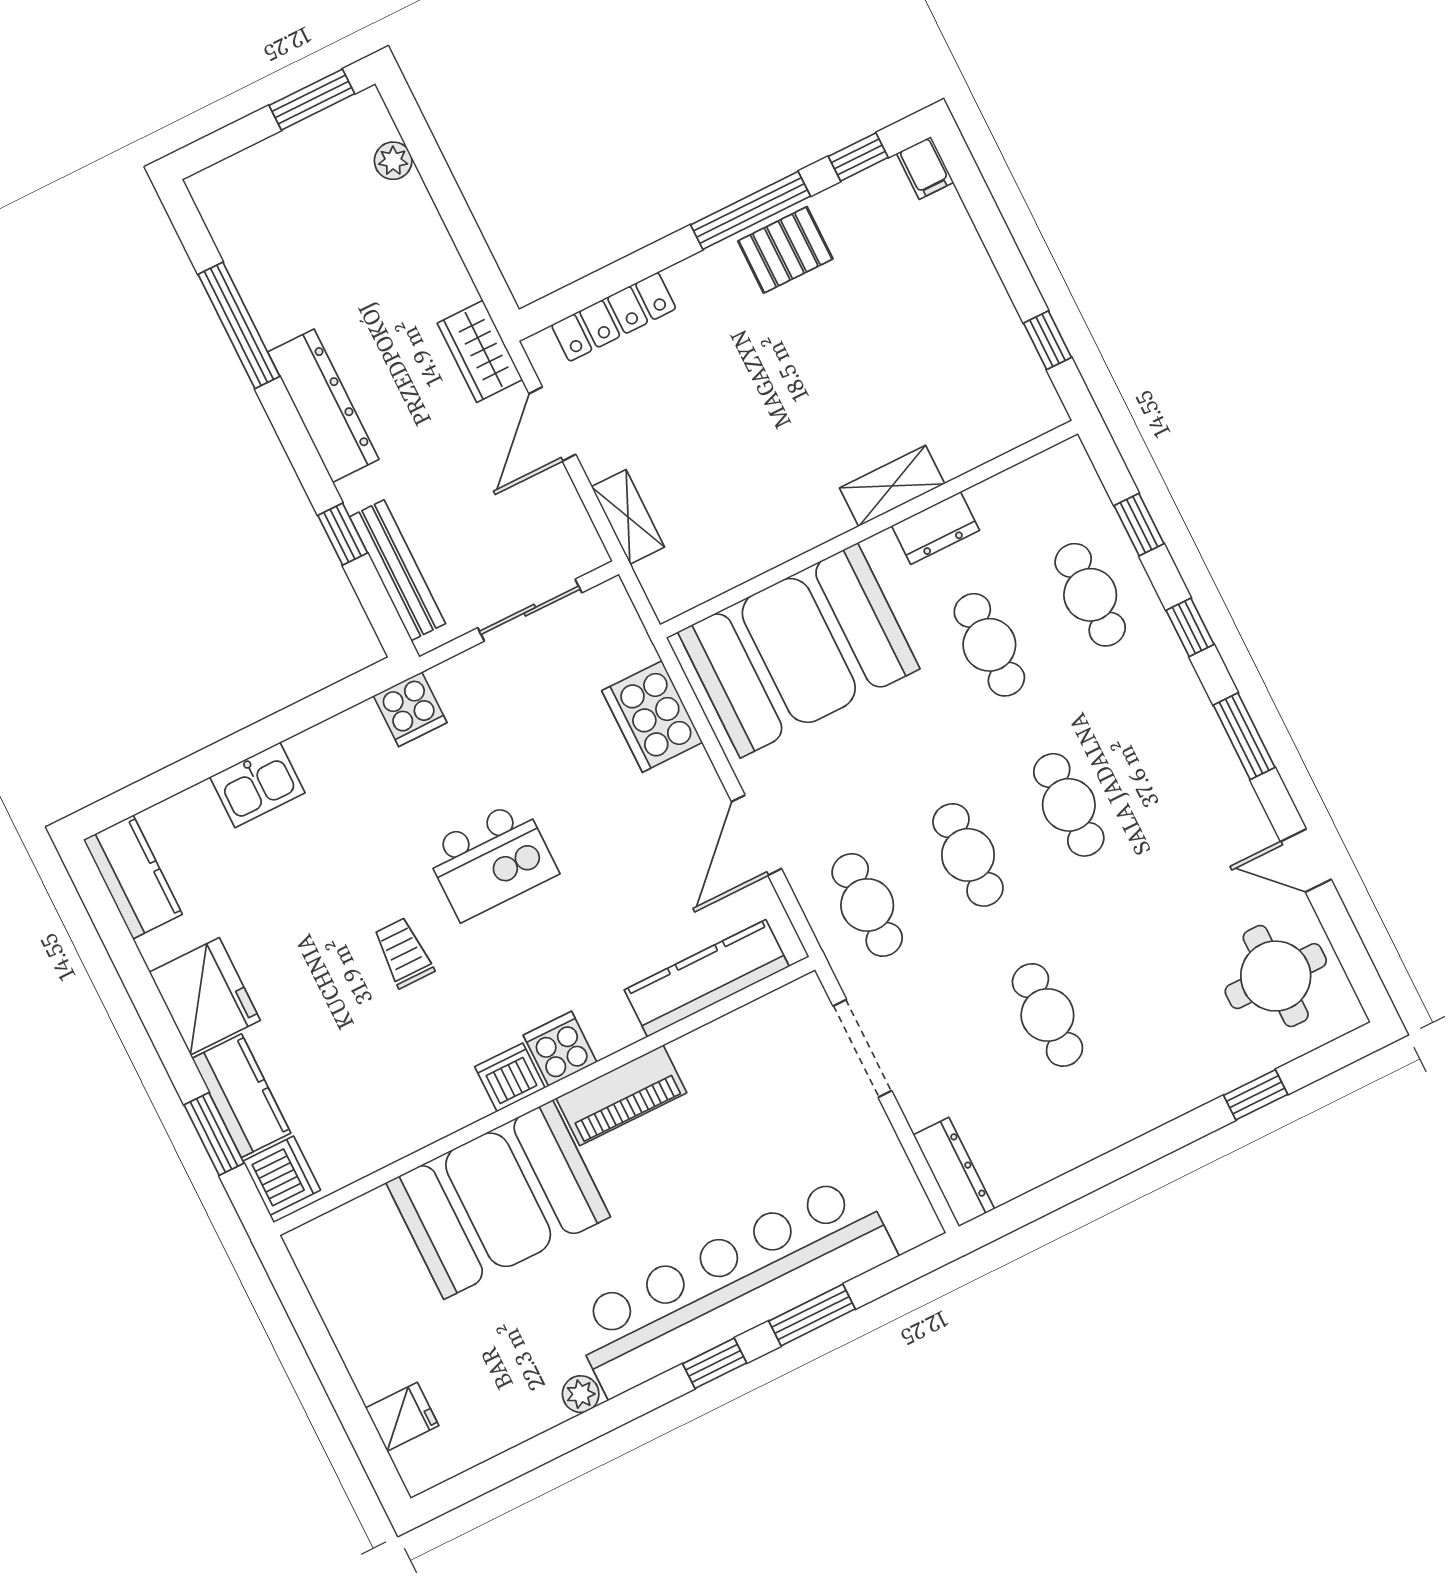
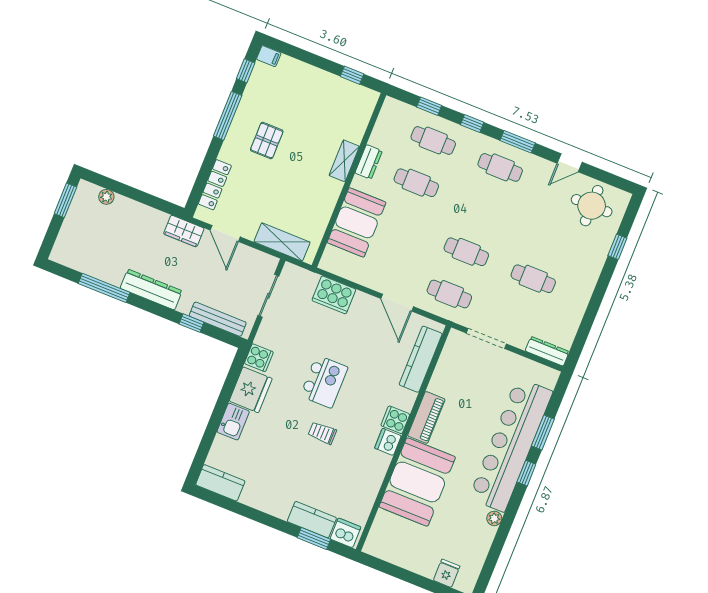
pallet: (785, 250) -> (267, 141), moved
shelving: (628, 517) -> (282, 242), width x1.50, depth x1.33
booth: (799, 650) -> (356, 222), width x0.73, depth x0.70
cafe table: (1069, 805) -> (500, 167), moved
fridge: (205, 996) -> (251, 390), moved, turned 90

